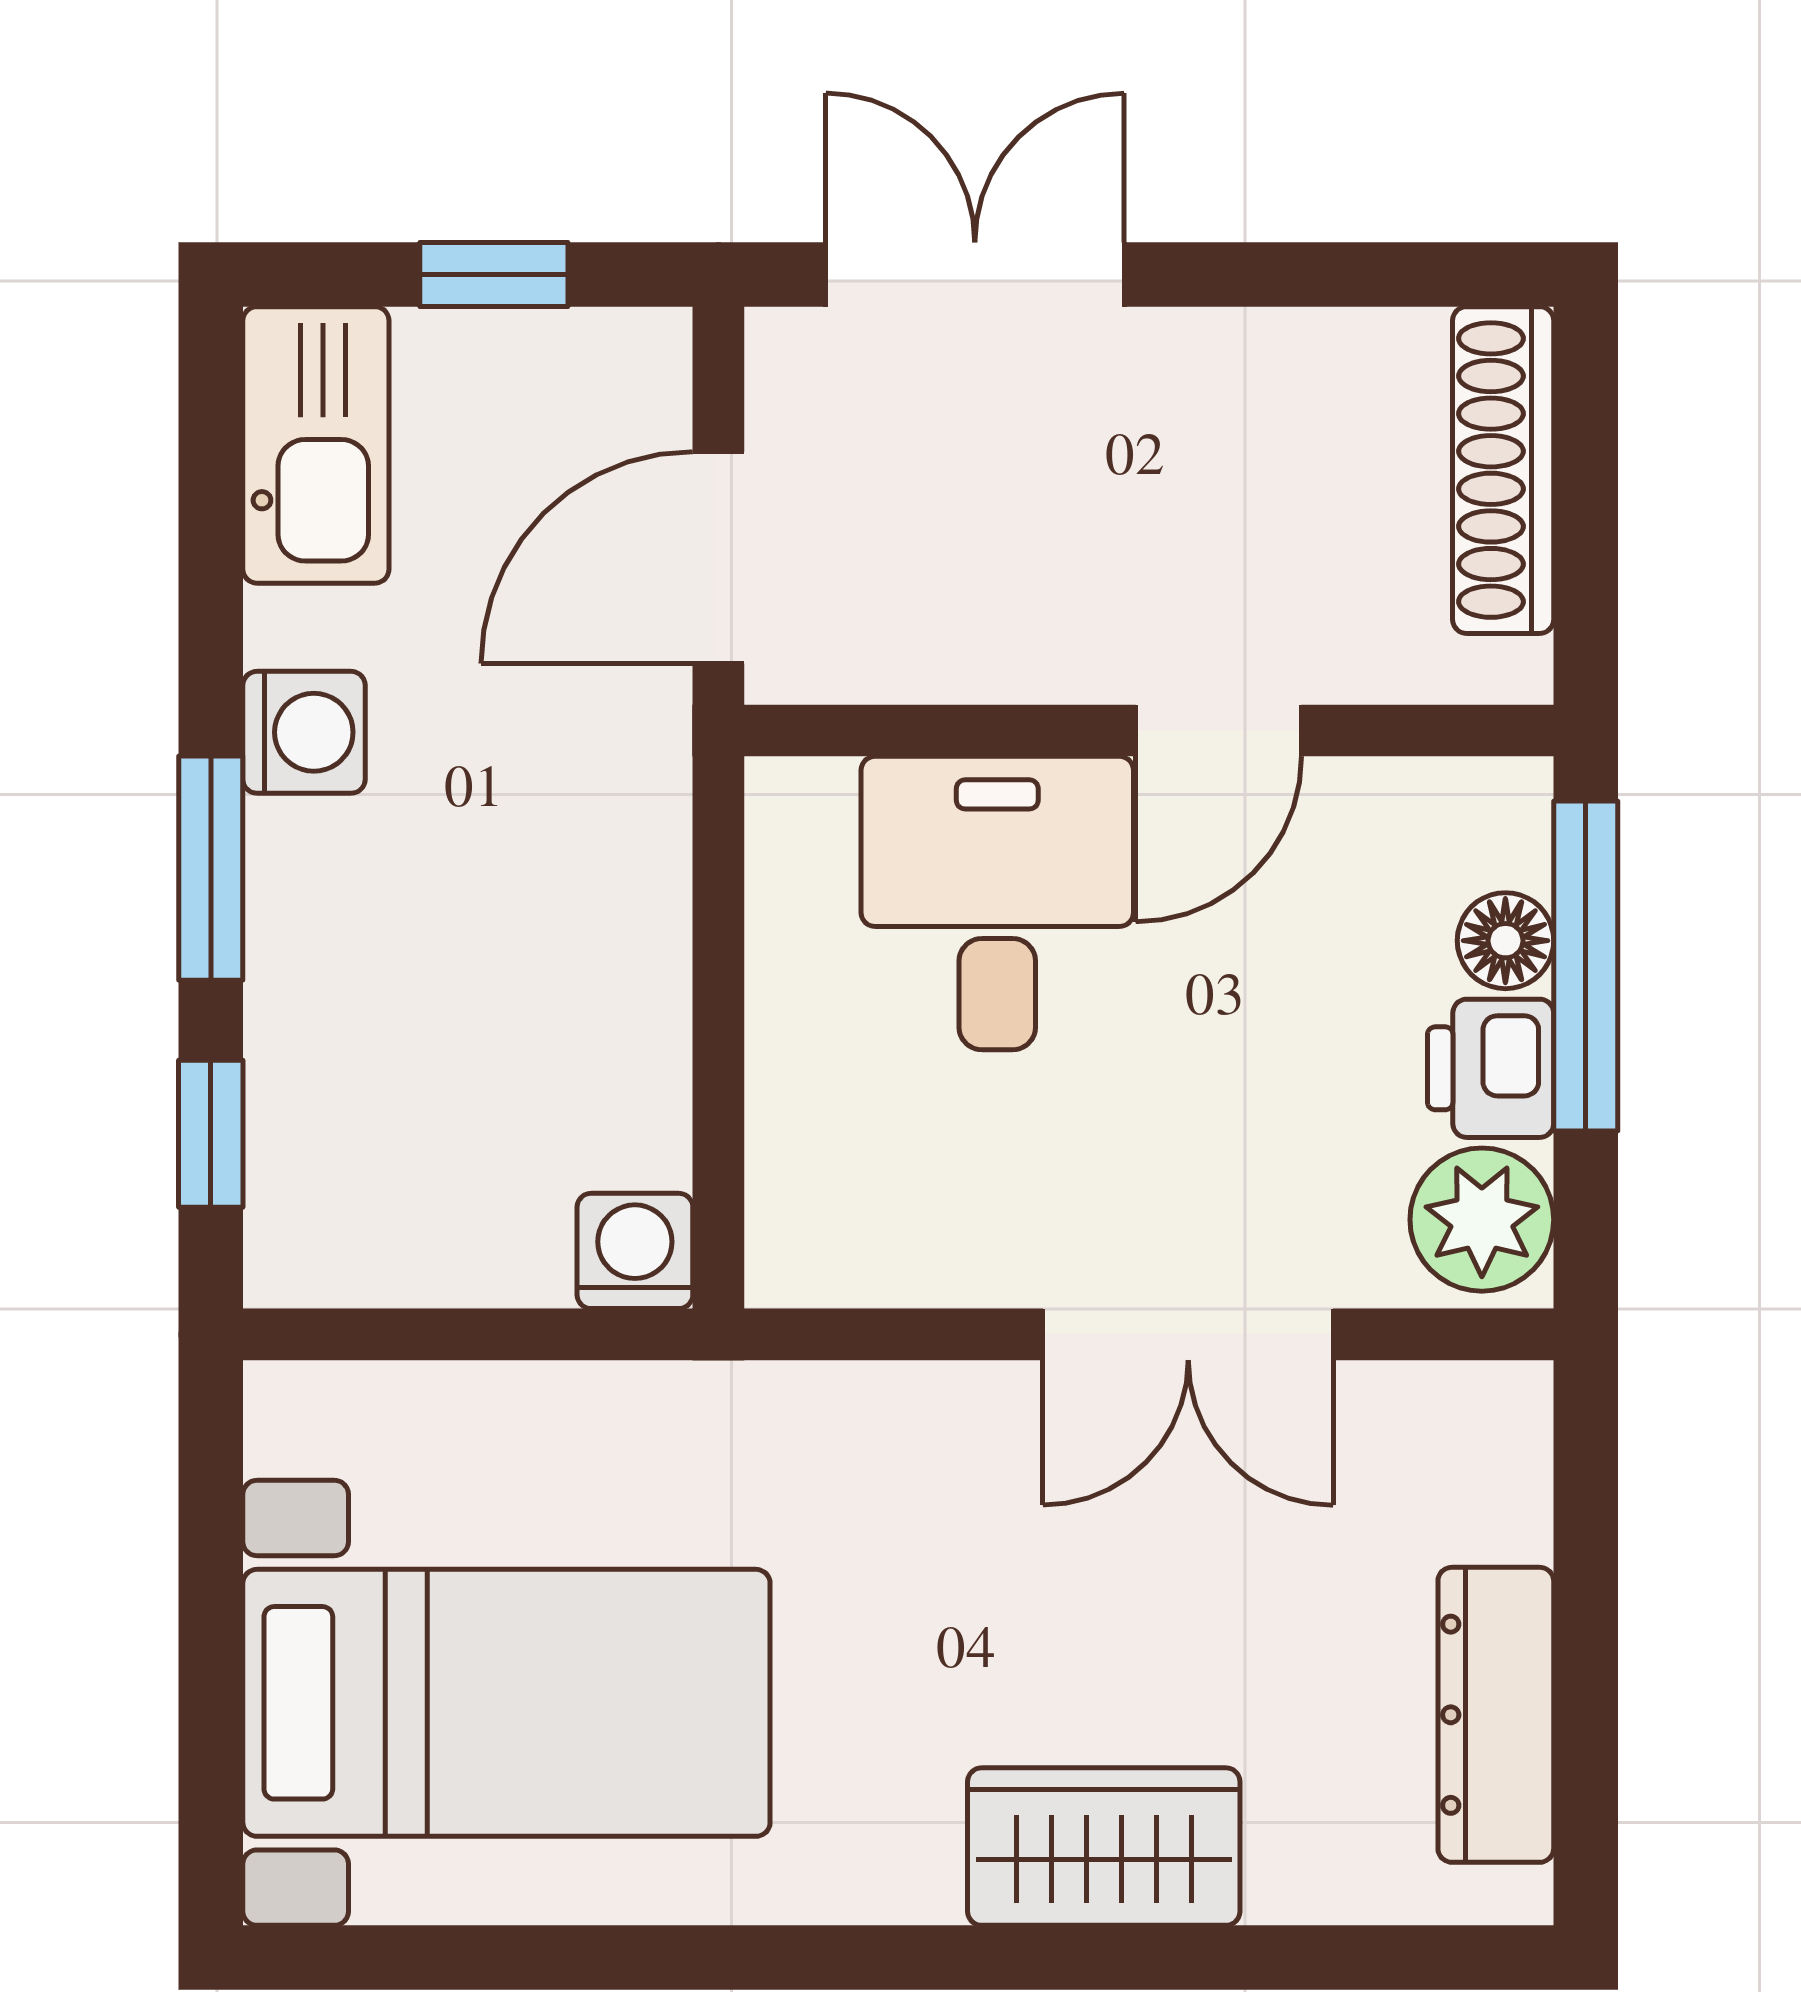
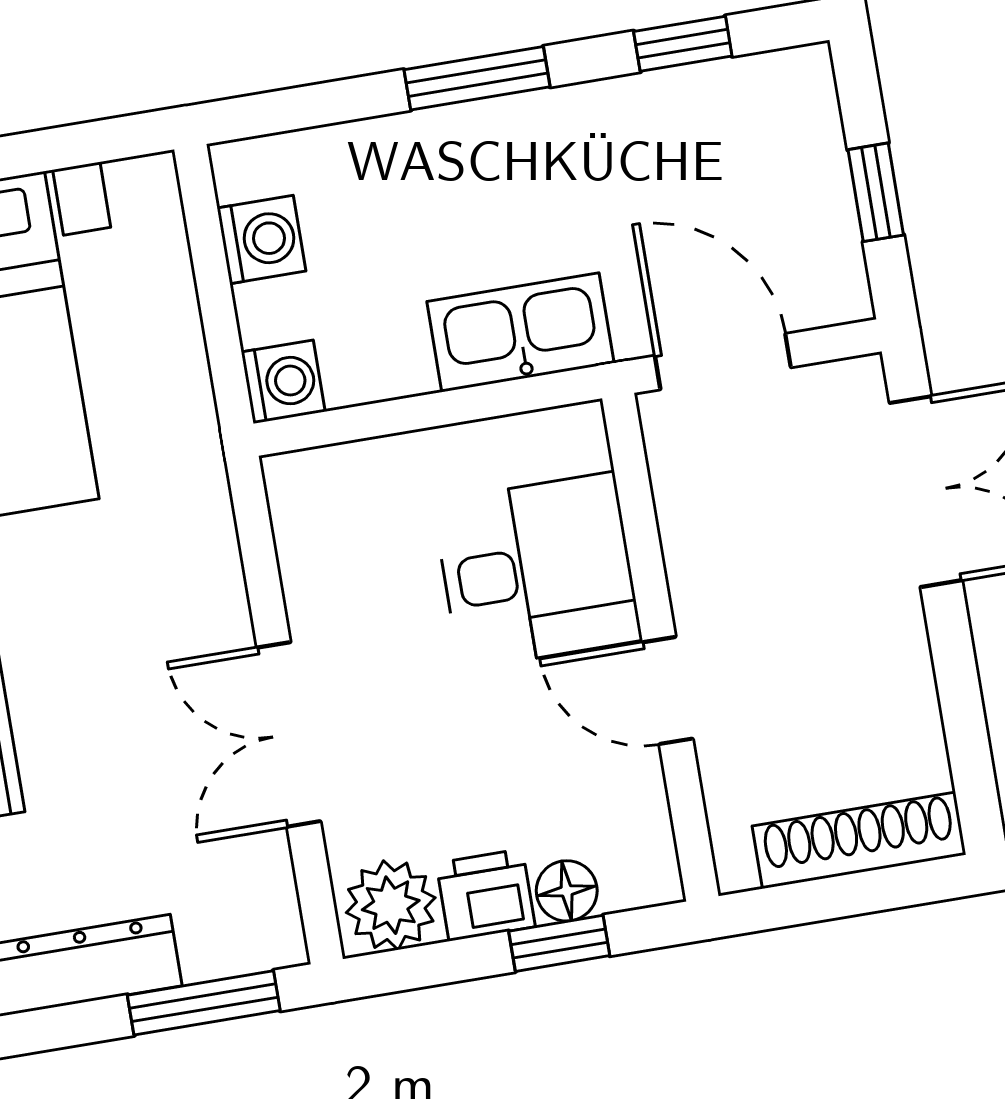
kitchen sink: (316, 445) -> (520, 332), moved, turned 180
washing machine: (304, 732) -> (261, 239), moved, turned -90
window: (1586, 966) -> (559, 943), width x0.46
window: (211, 1134) -> (683, 44), moved
window: (1586, 1538) -> (204, 1003), added

